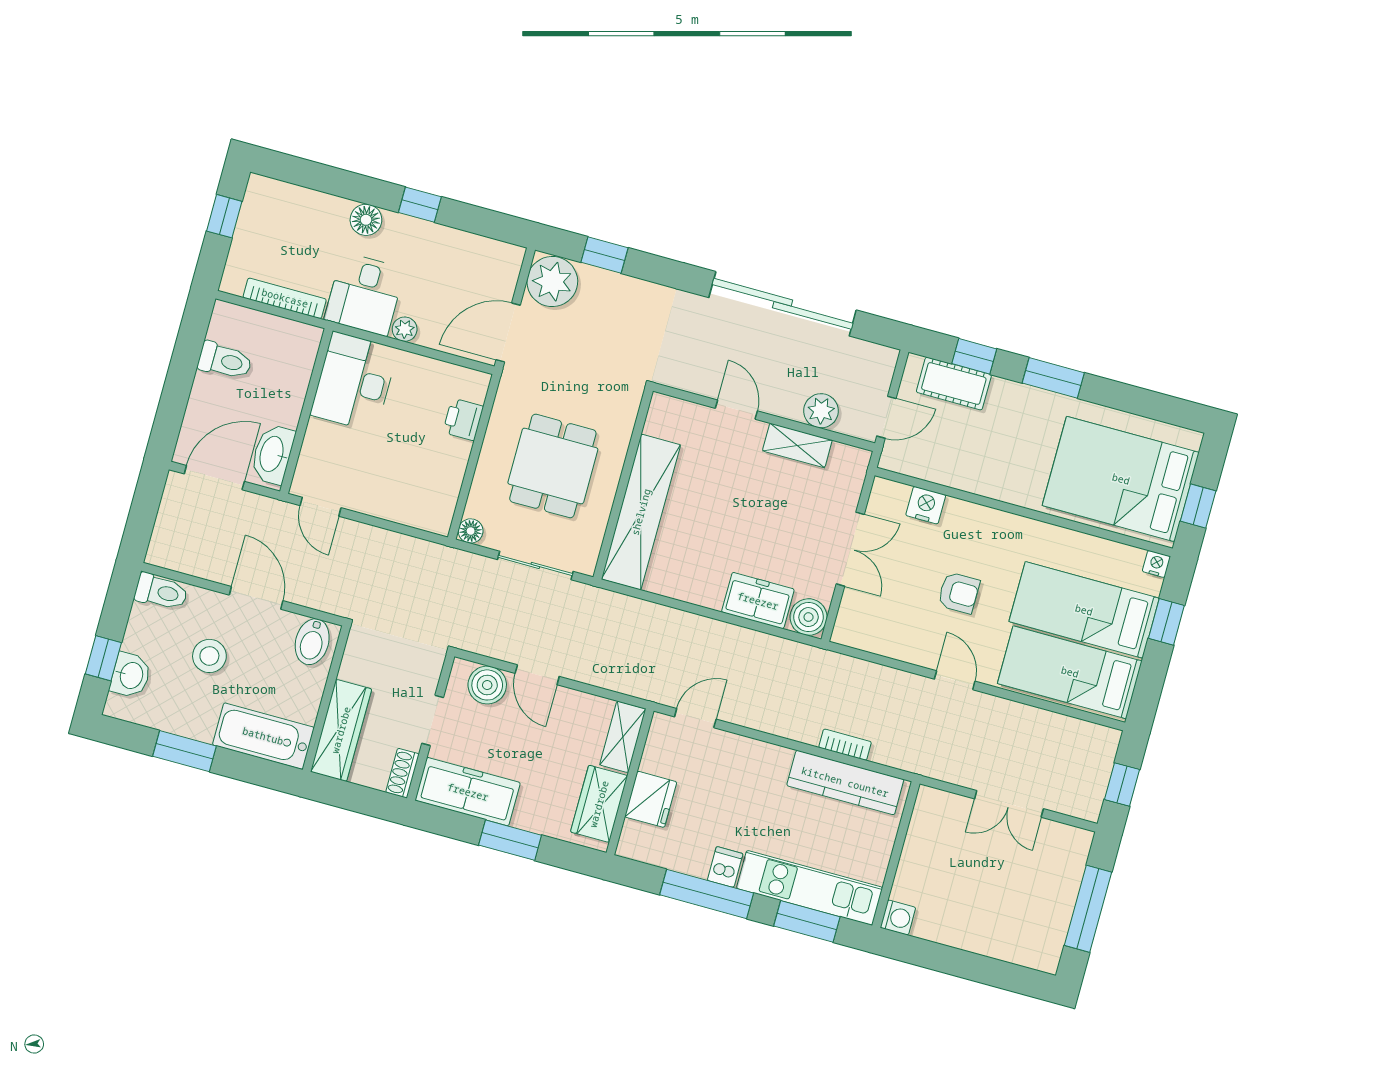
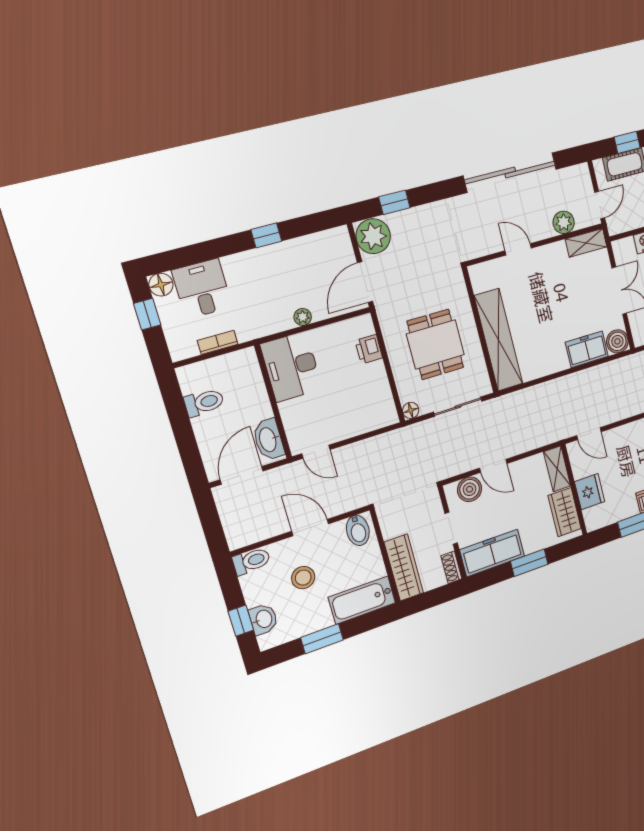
floor lamp: (366, 220) -> (161, 285), moved
desk: (365, 294) -> (202, 289), moved, turned 180
bookcase: (285, 298) -> (218, 342), width x0.64
shelving: (797, 445) -> (586, 243), moved
door: (695, 718) -> (589, 434), swing flipped

